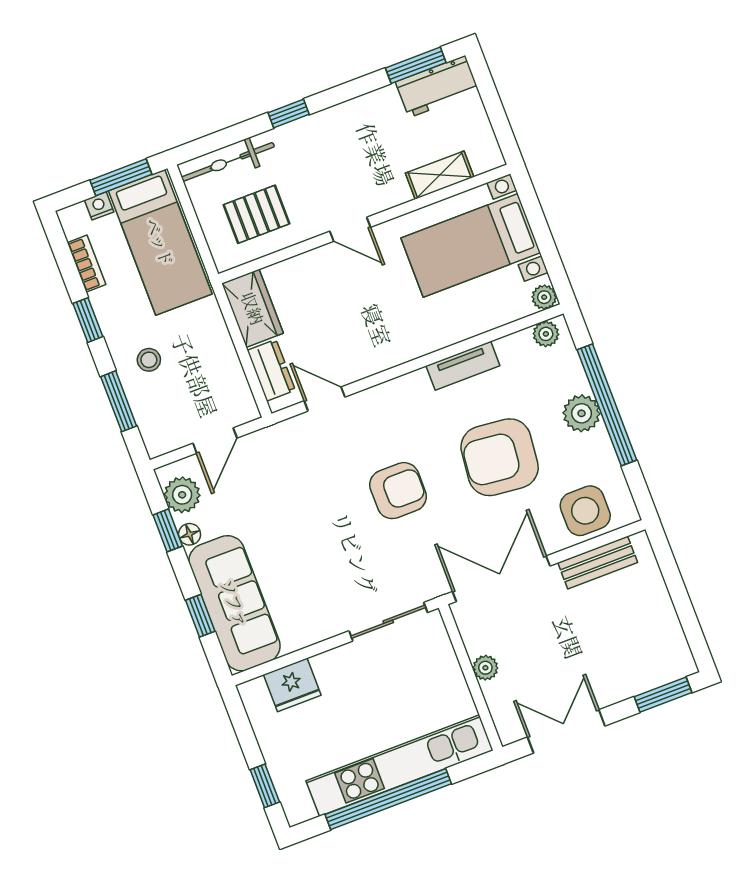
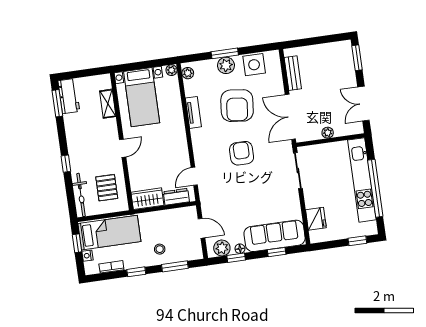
window: (121, 177) -> (77, 243), width x0.67
window: (607, 405) -> (225, 53), width x0.47
side table: (585, 511) -> (254, 65), moved

